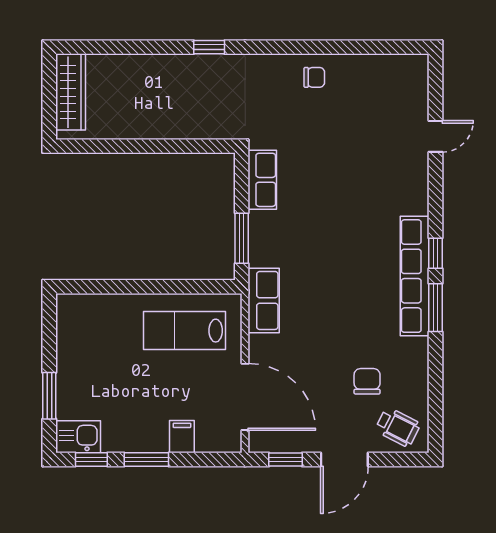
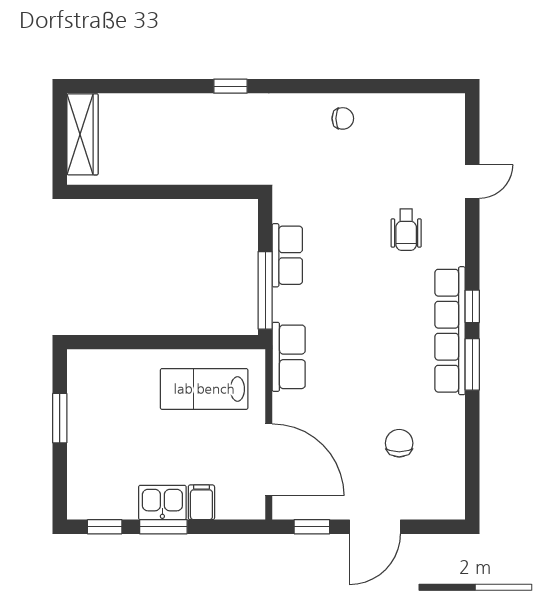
row of seats: (262, 180) -> (287, 255), moved
window: (242, 238) -> (265, 290), width x1.44
window: (49, 396) -> (60, 418), moved
wheelchair: (398, 427) -> (406, 230), moved, turned 63
kitchen sink: (78, 437) -> (162, 503), moved

